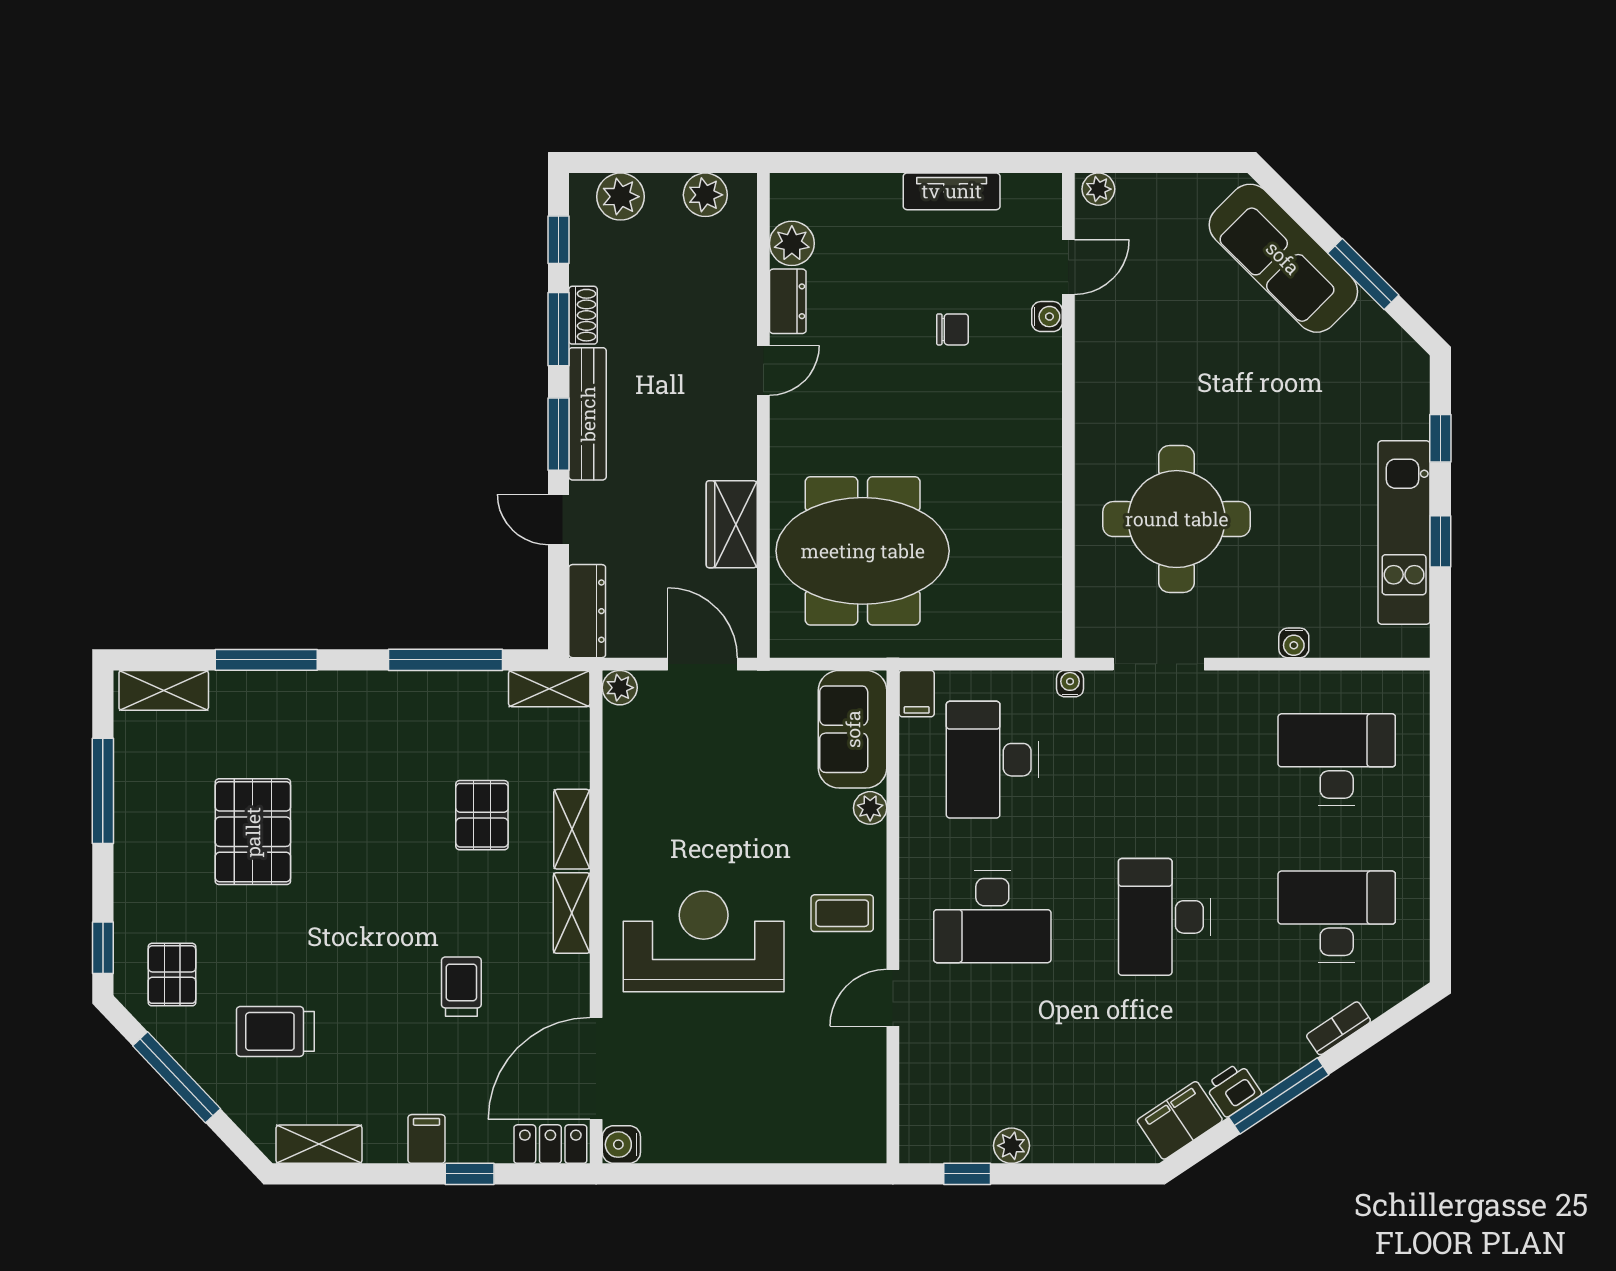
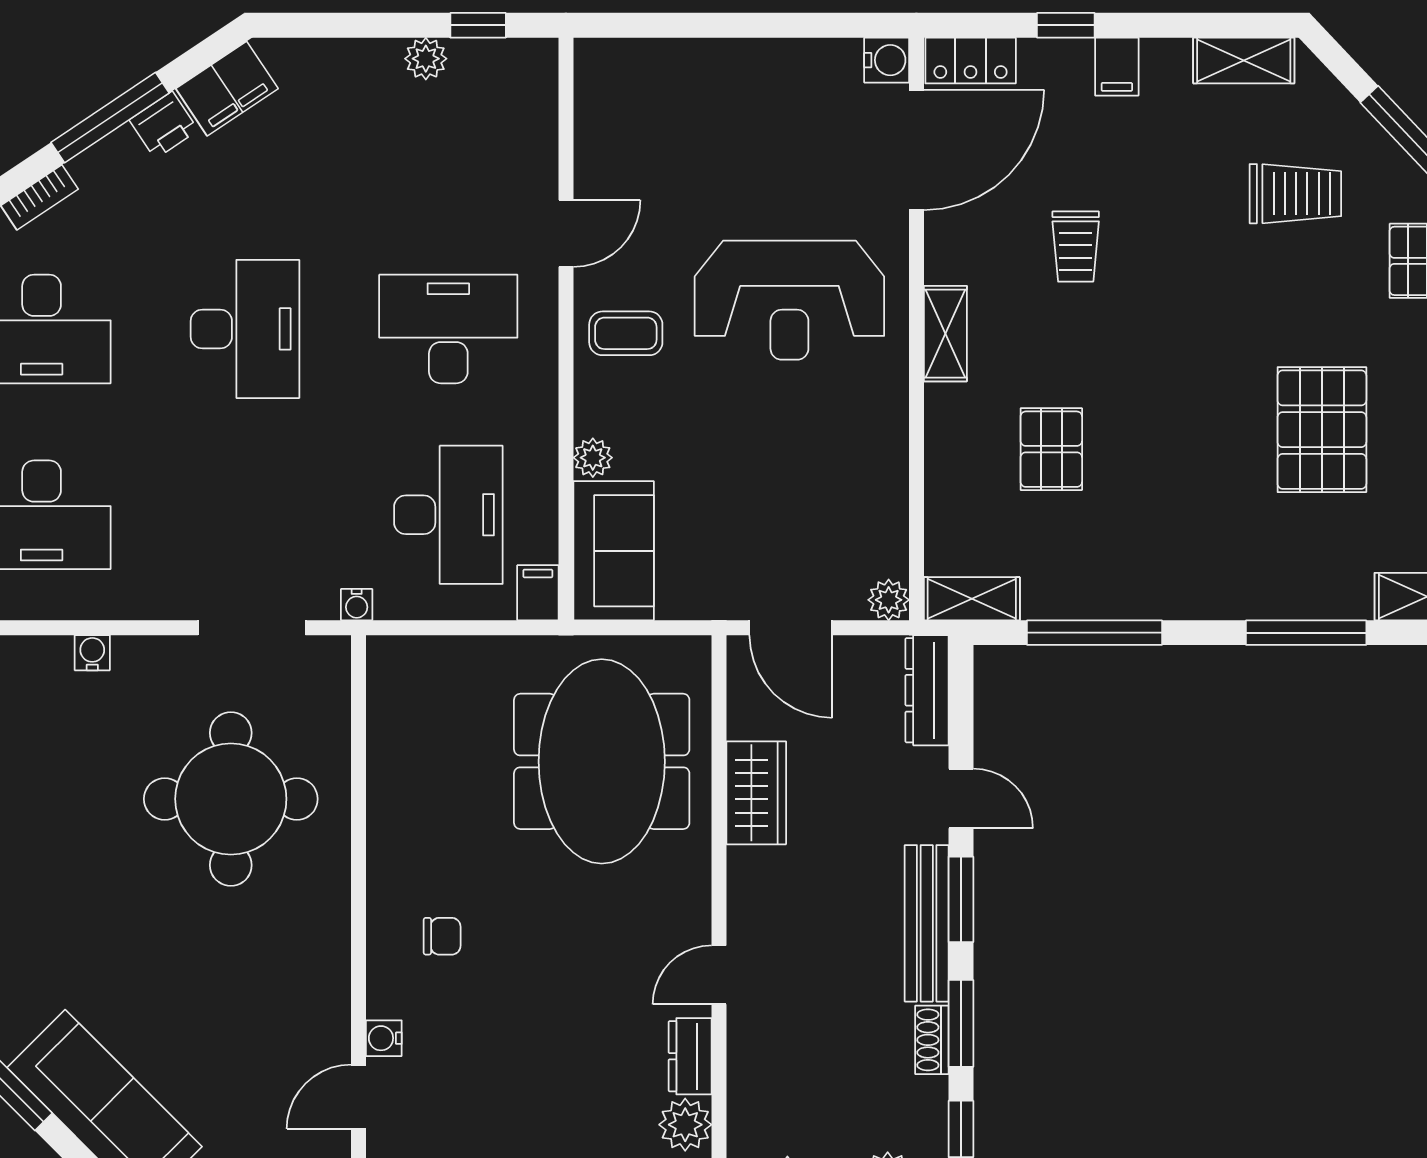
chair: (952, 329) -> (442, 936), moved, turned 180
meeting table: (863, 551) -> (602, 761), turned 90
shelving: (572, 829) -> (945, 433), removed

